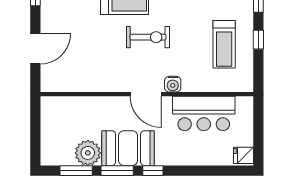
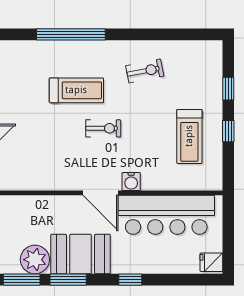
exercise bike: (148, 37) -> (103, 128), width x0.73, depth x0.72
bar counter: (204, 113) -> (166, 215), width x1.36
window: (153, 171) -> (130, 280), moved

